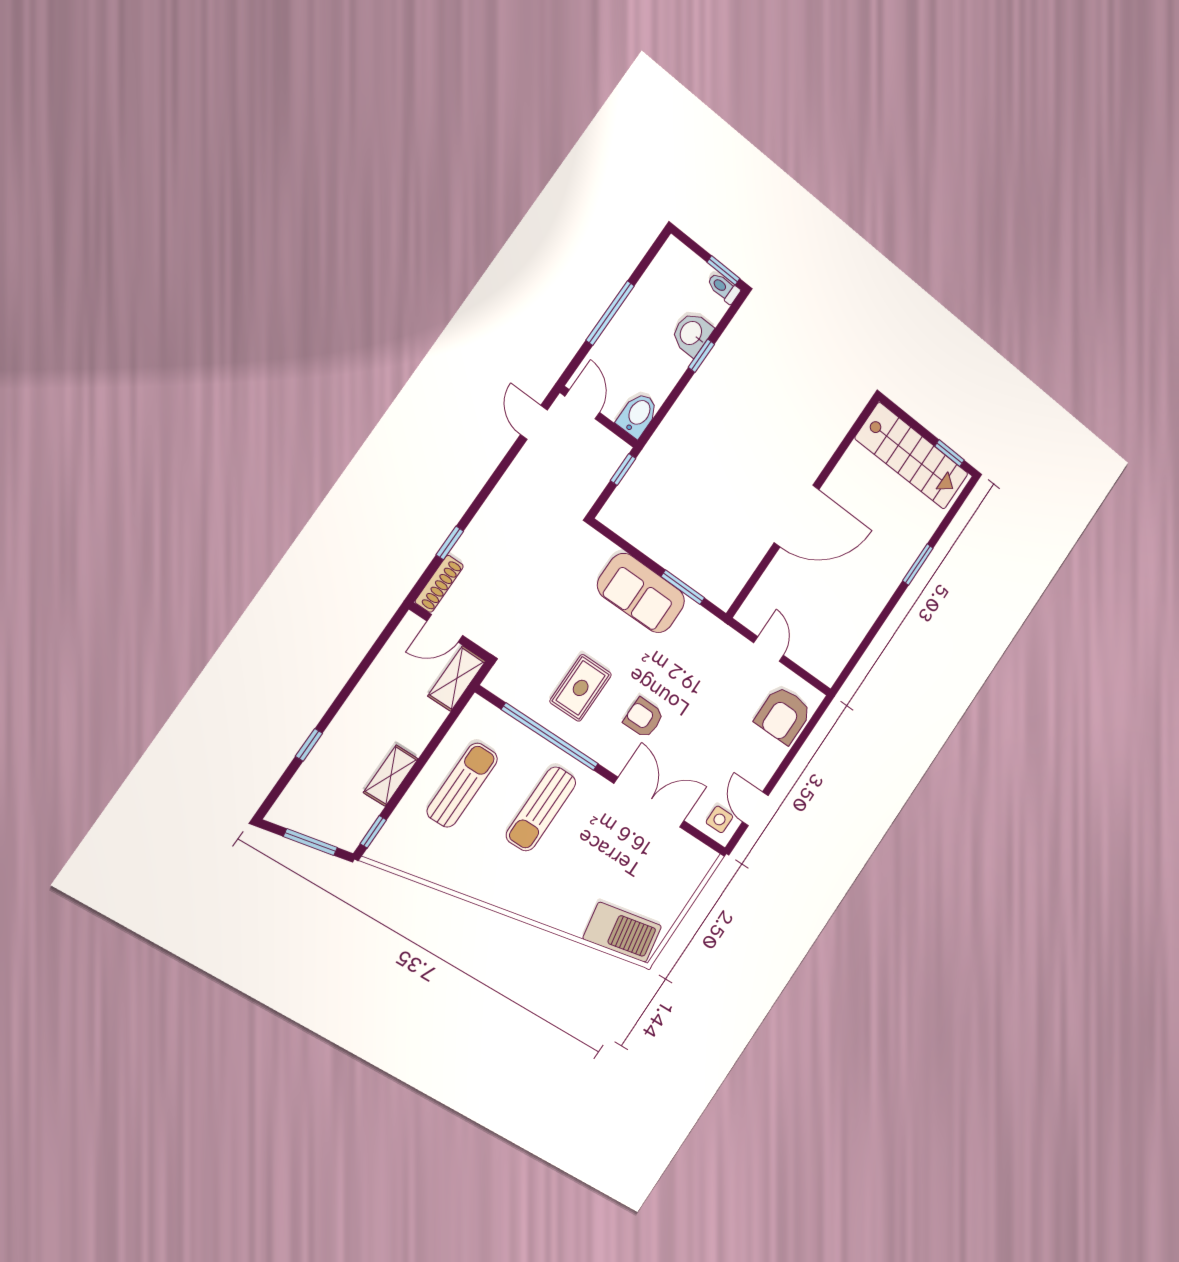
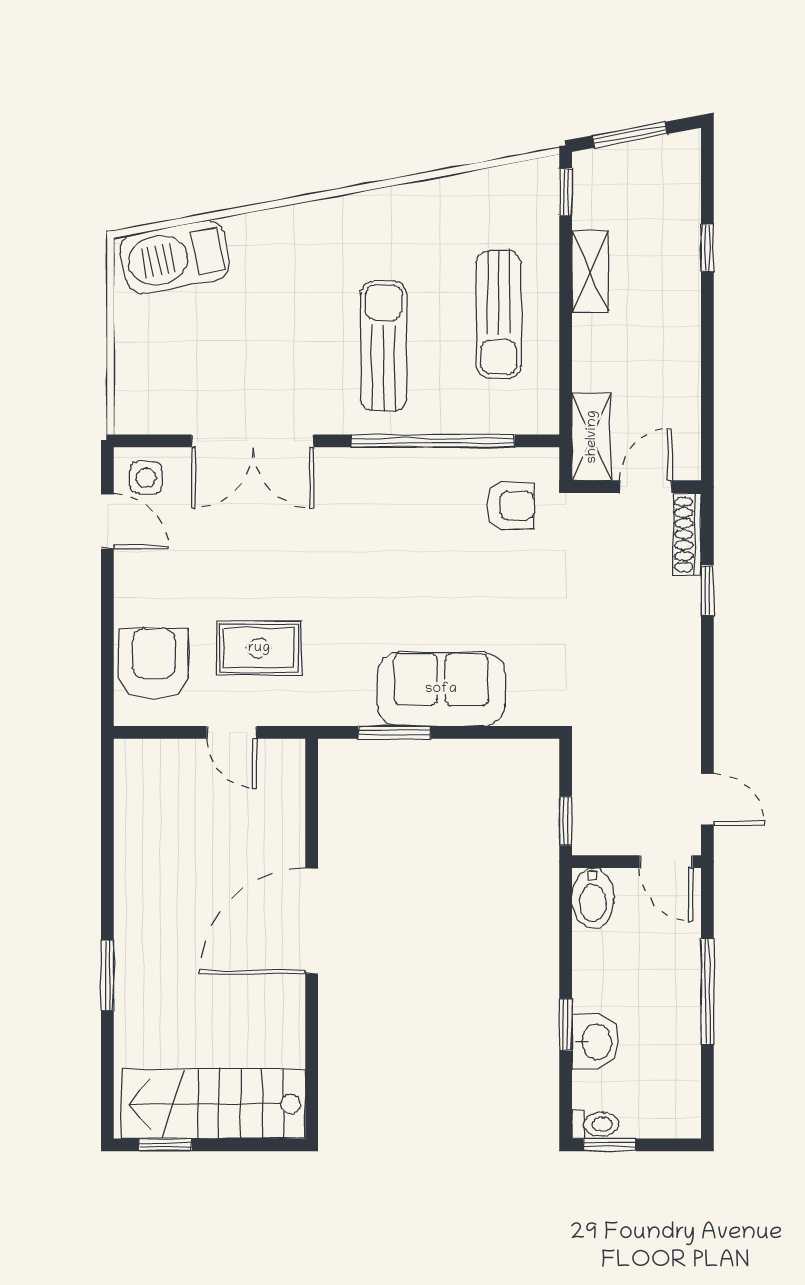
rug: (581, 688) -> (259, 648), moved, turned 90
armchair: (644, 718) -> (510, 506), moved

